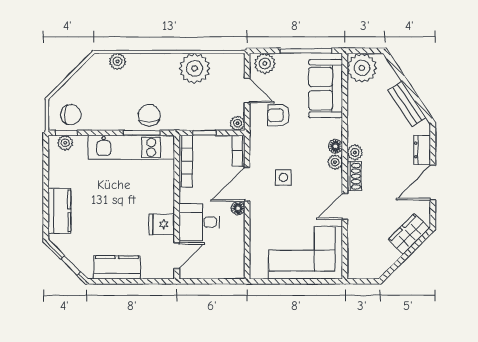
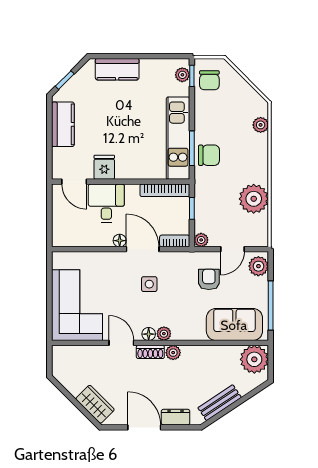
floor lamp: (336, 146) -> (149, 334), moved

